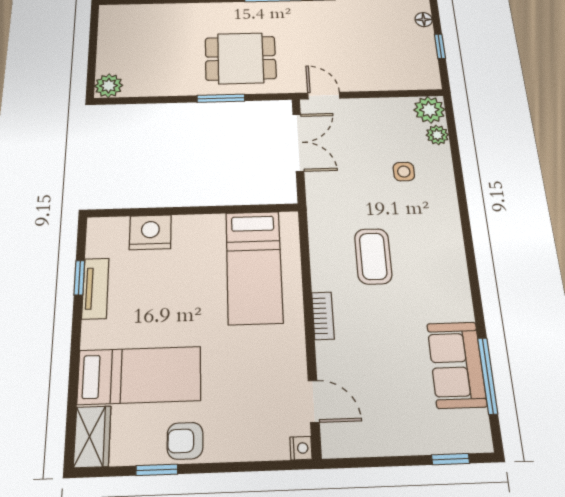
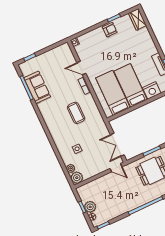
plant: (421, 40) -> (90, 207), added
bed: (139, 375) -> (131, 85), moved, turned 90
door: (314, 401) -> (81, 68), moved

